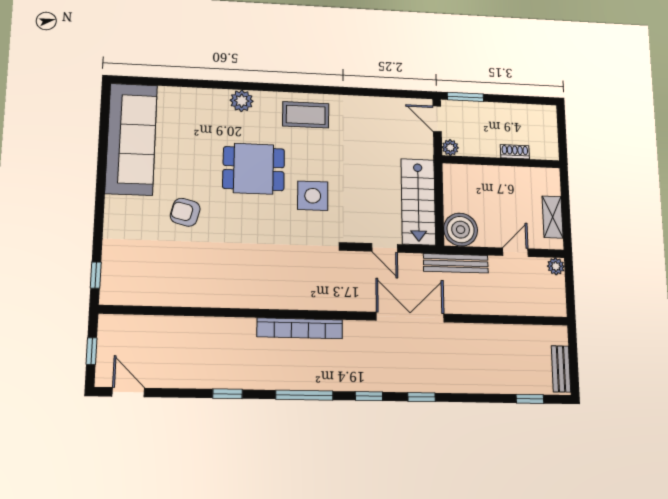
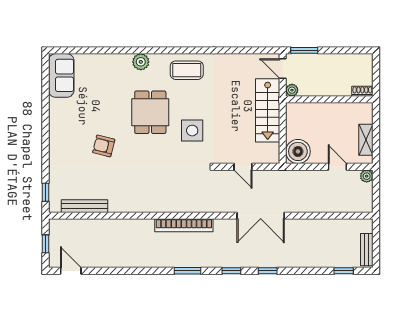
sofa: (131, 139) -> (61, 75), width x0.54, depth x0.79
shoe rack: (515, 152) -> (362, 91), moved
dining table: (254, 169) -> (150, 112), turned 90
stairs: (418, 202) -> (268, 110), moved
door: (515, 252) -> (337, 167), hinge flipped
bench: (456, 263) -> (84, 206), moved
double door: (410, 317) -> (261, 216), swing flipped
window: (227, 394) -> (136, 271), removed
window: (304, 395) -> (187, 271), width x0.69

